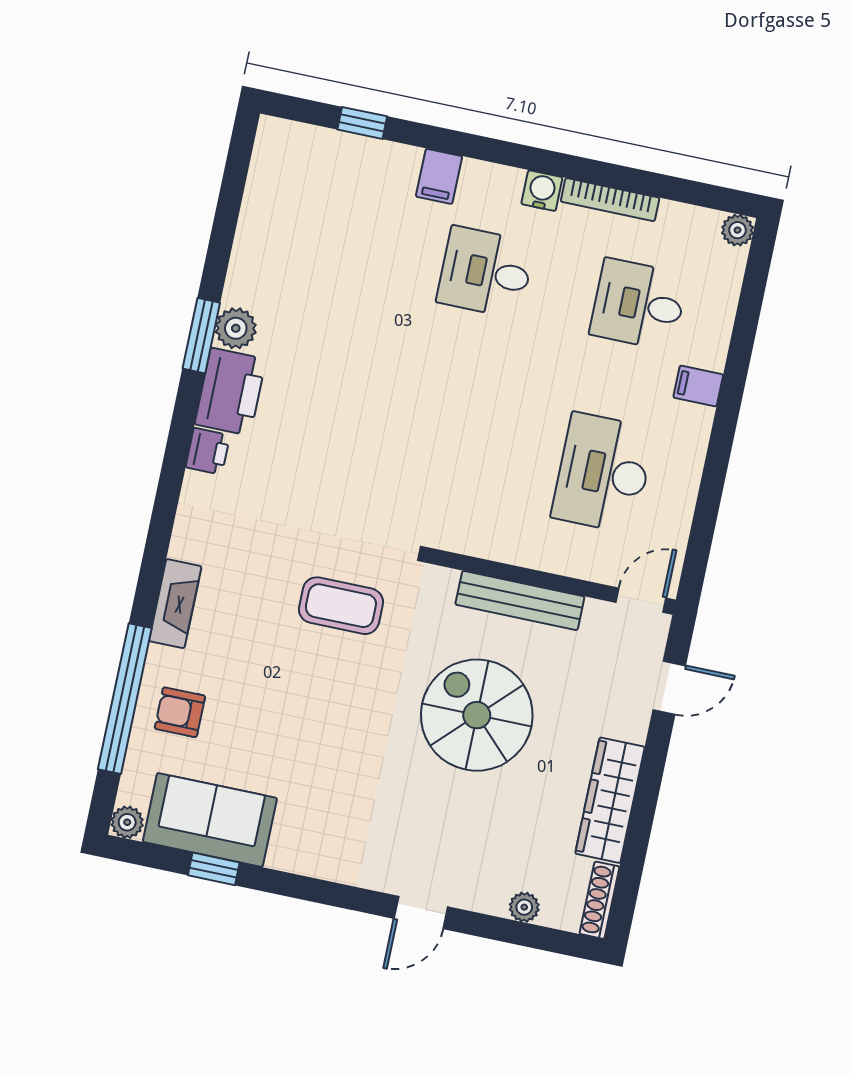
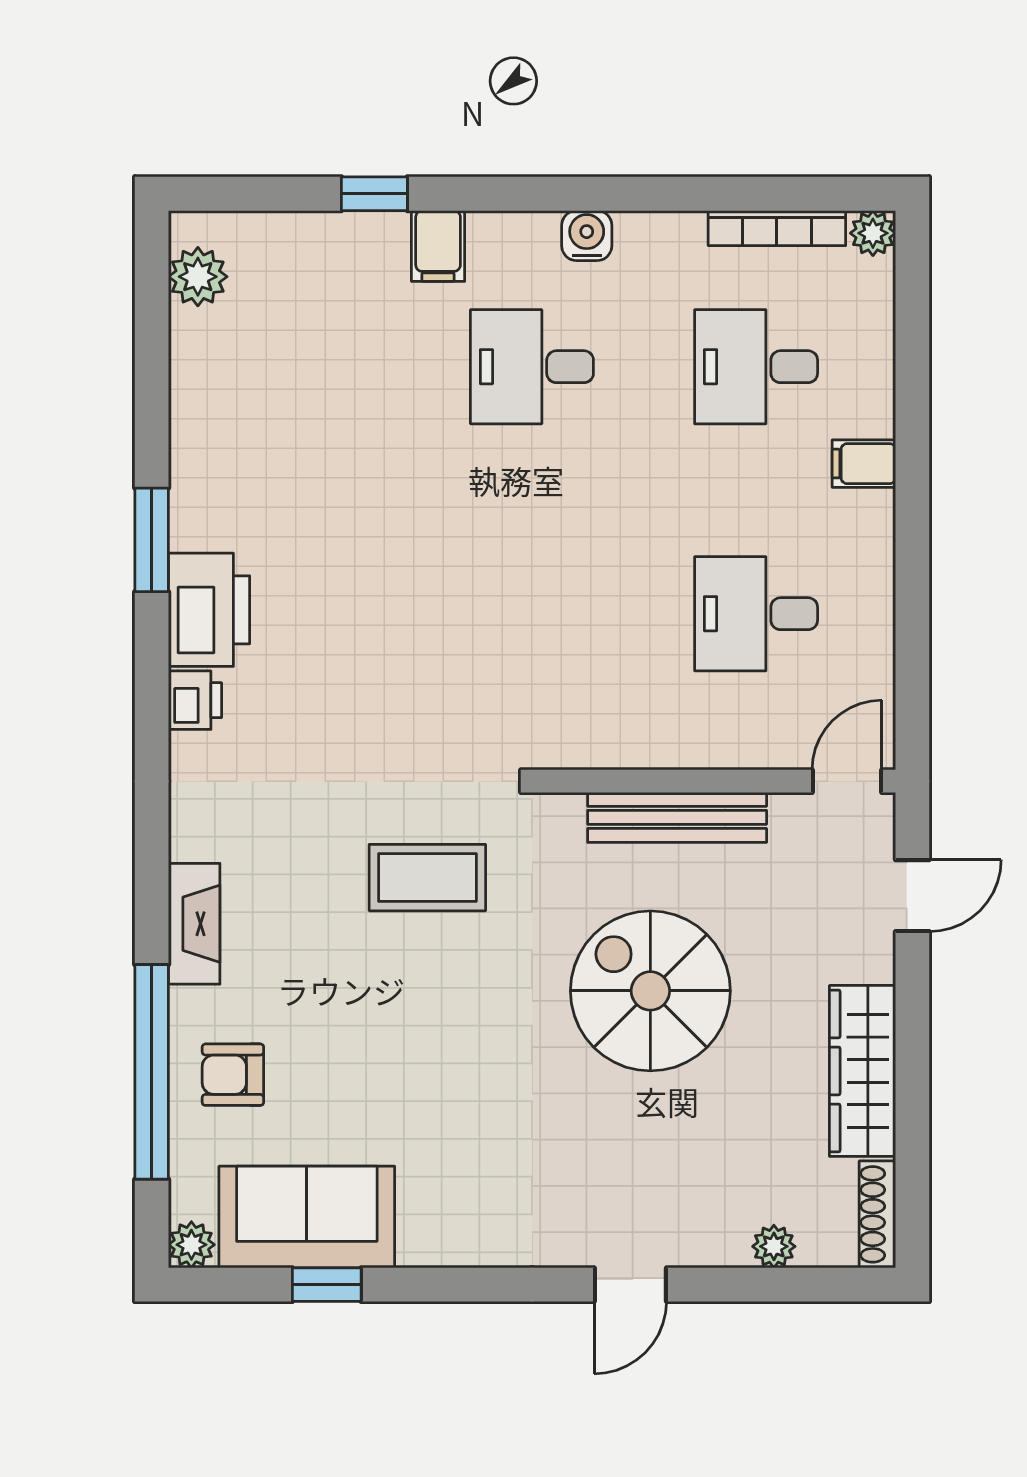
window: (362, 123) -> (374, 194), moved
bookcase: (610, 200) -> (777, 228), moved
plant: (236, 328) -> (198, 277), moved
desk: (603, 473) -> (756, 614), width x0.73

